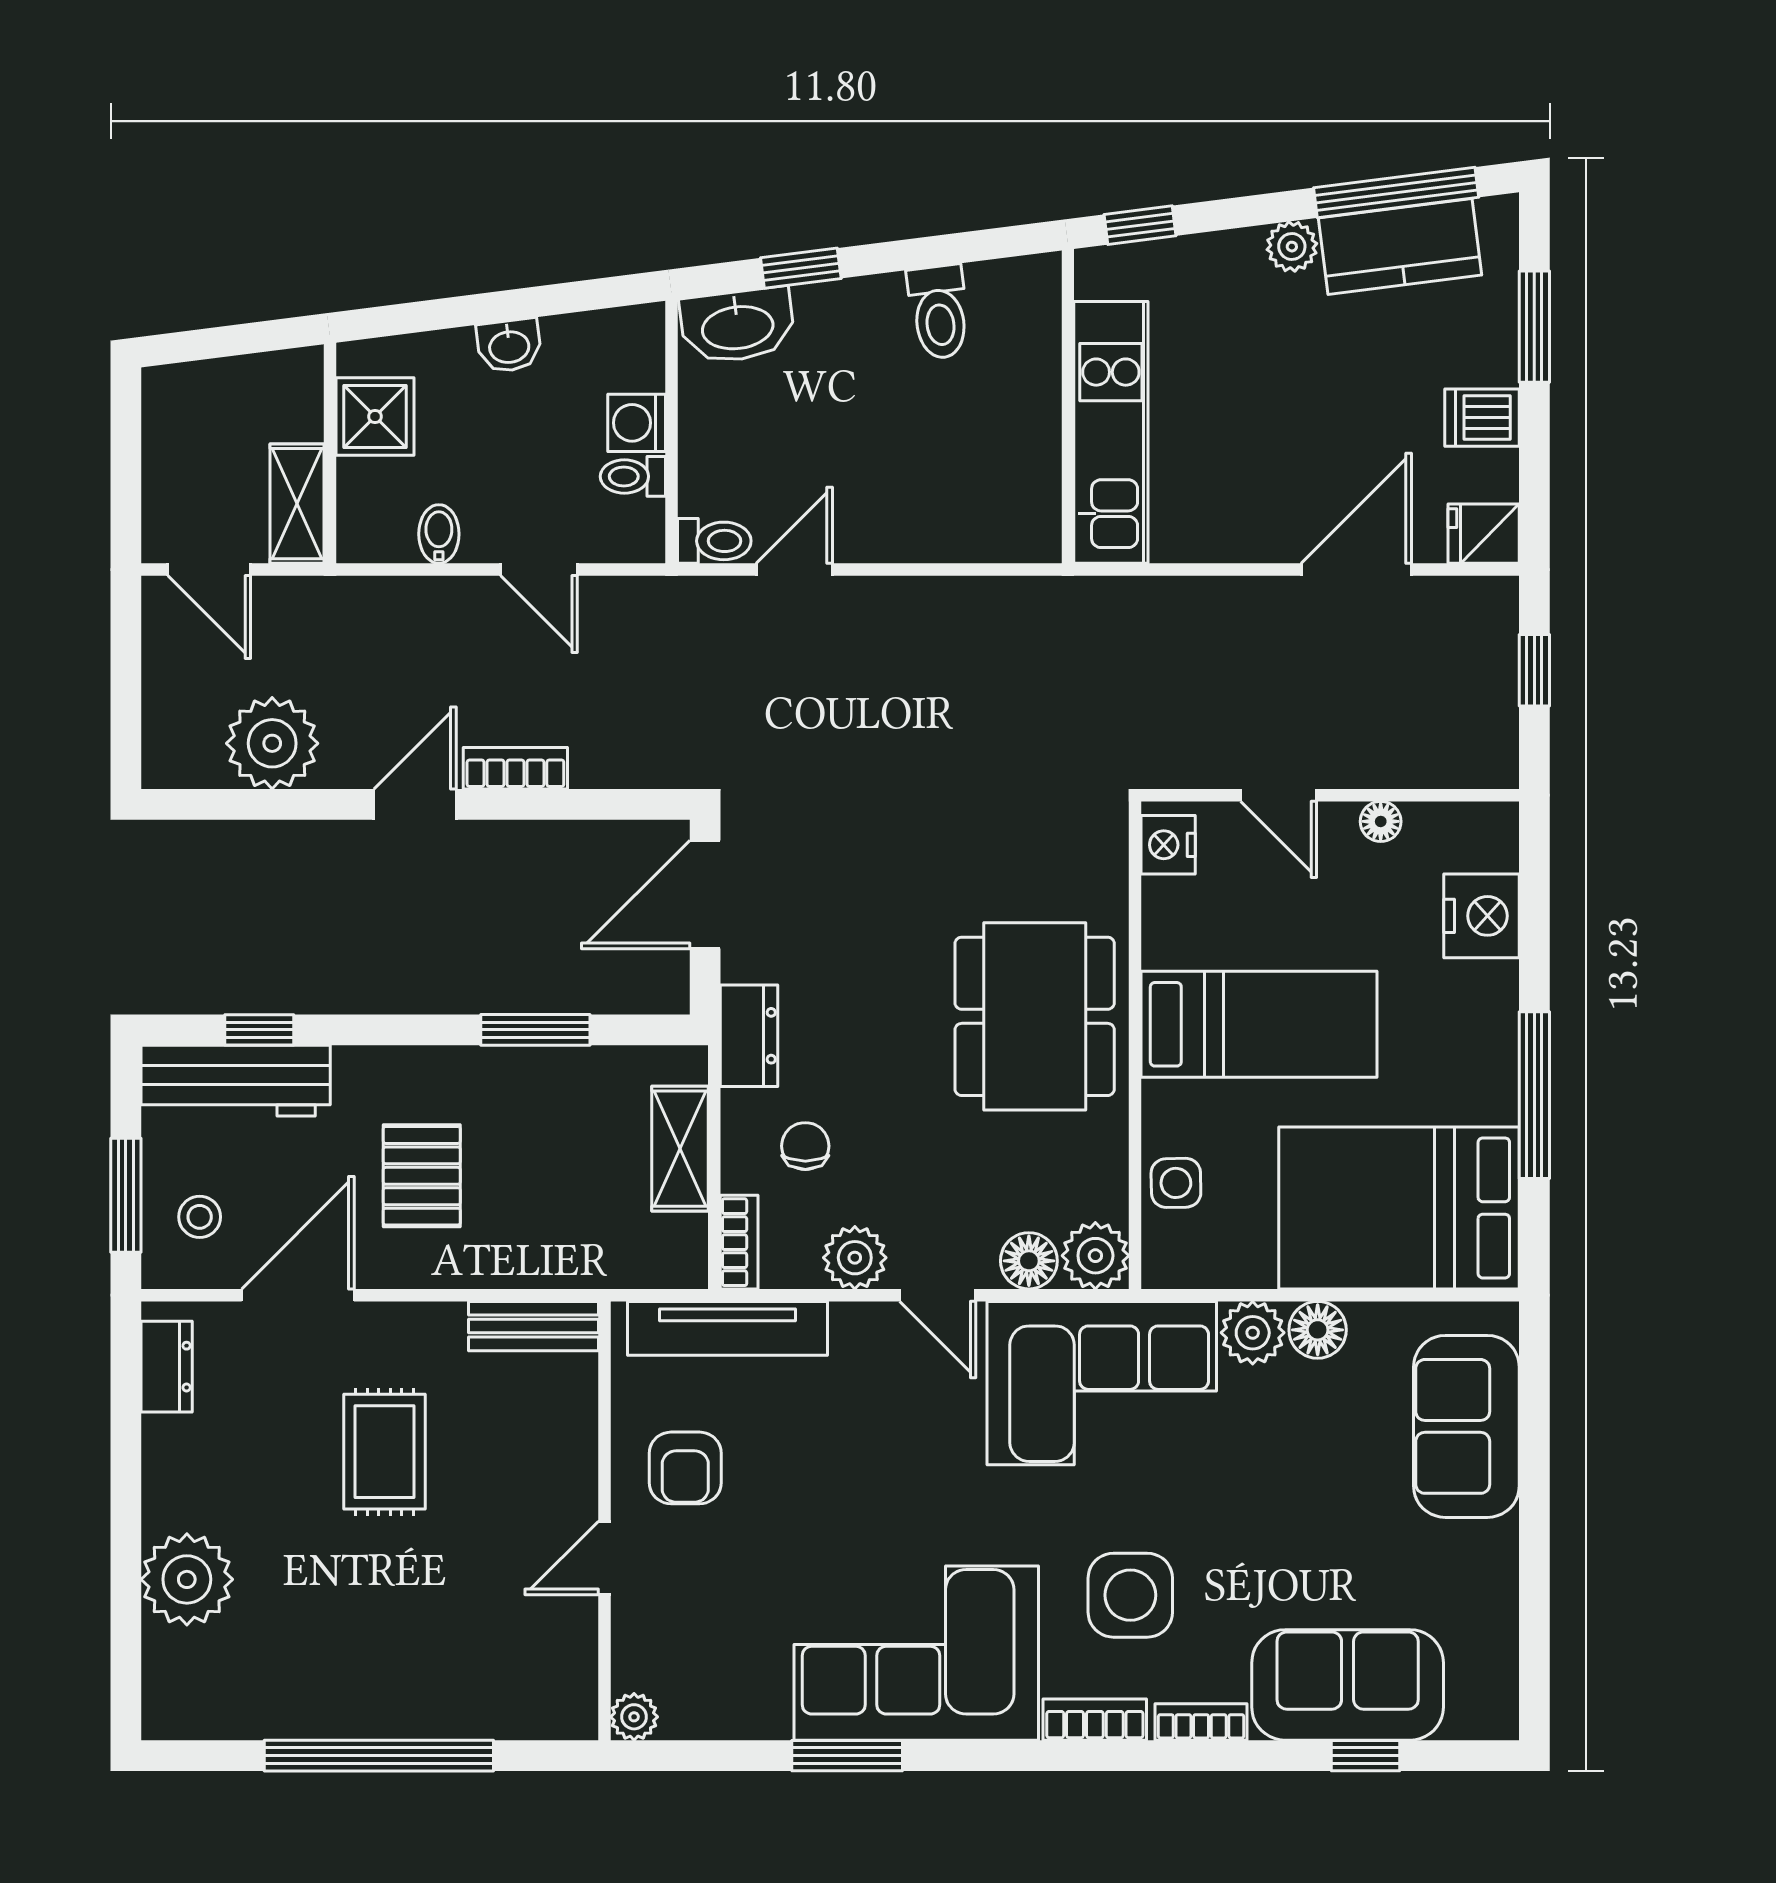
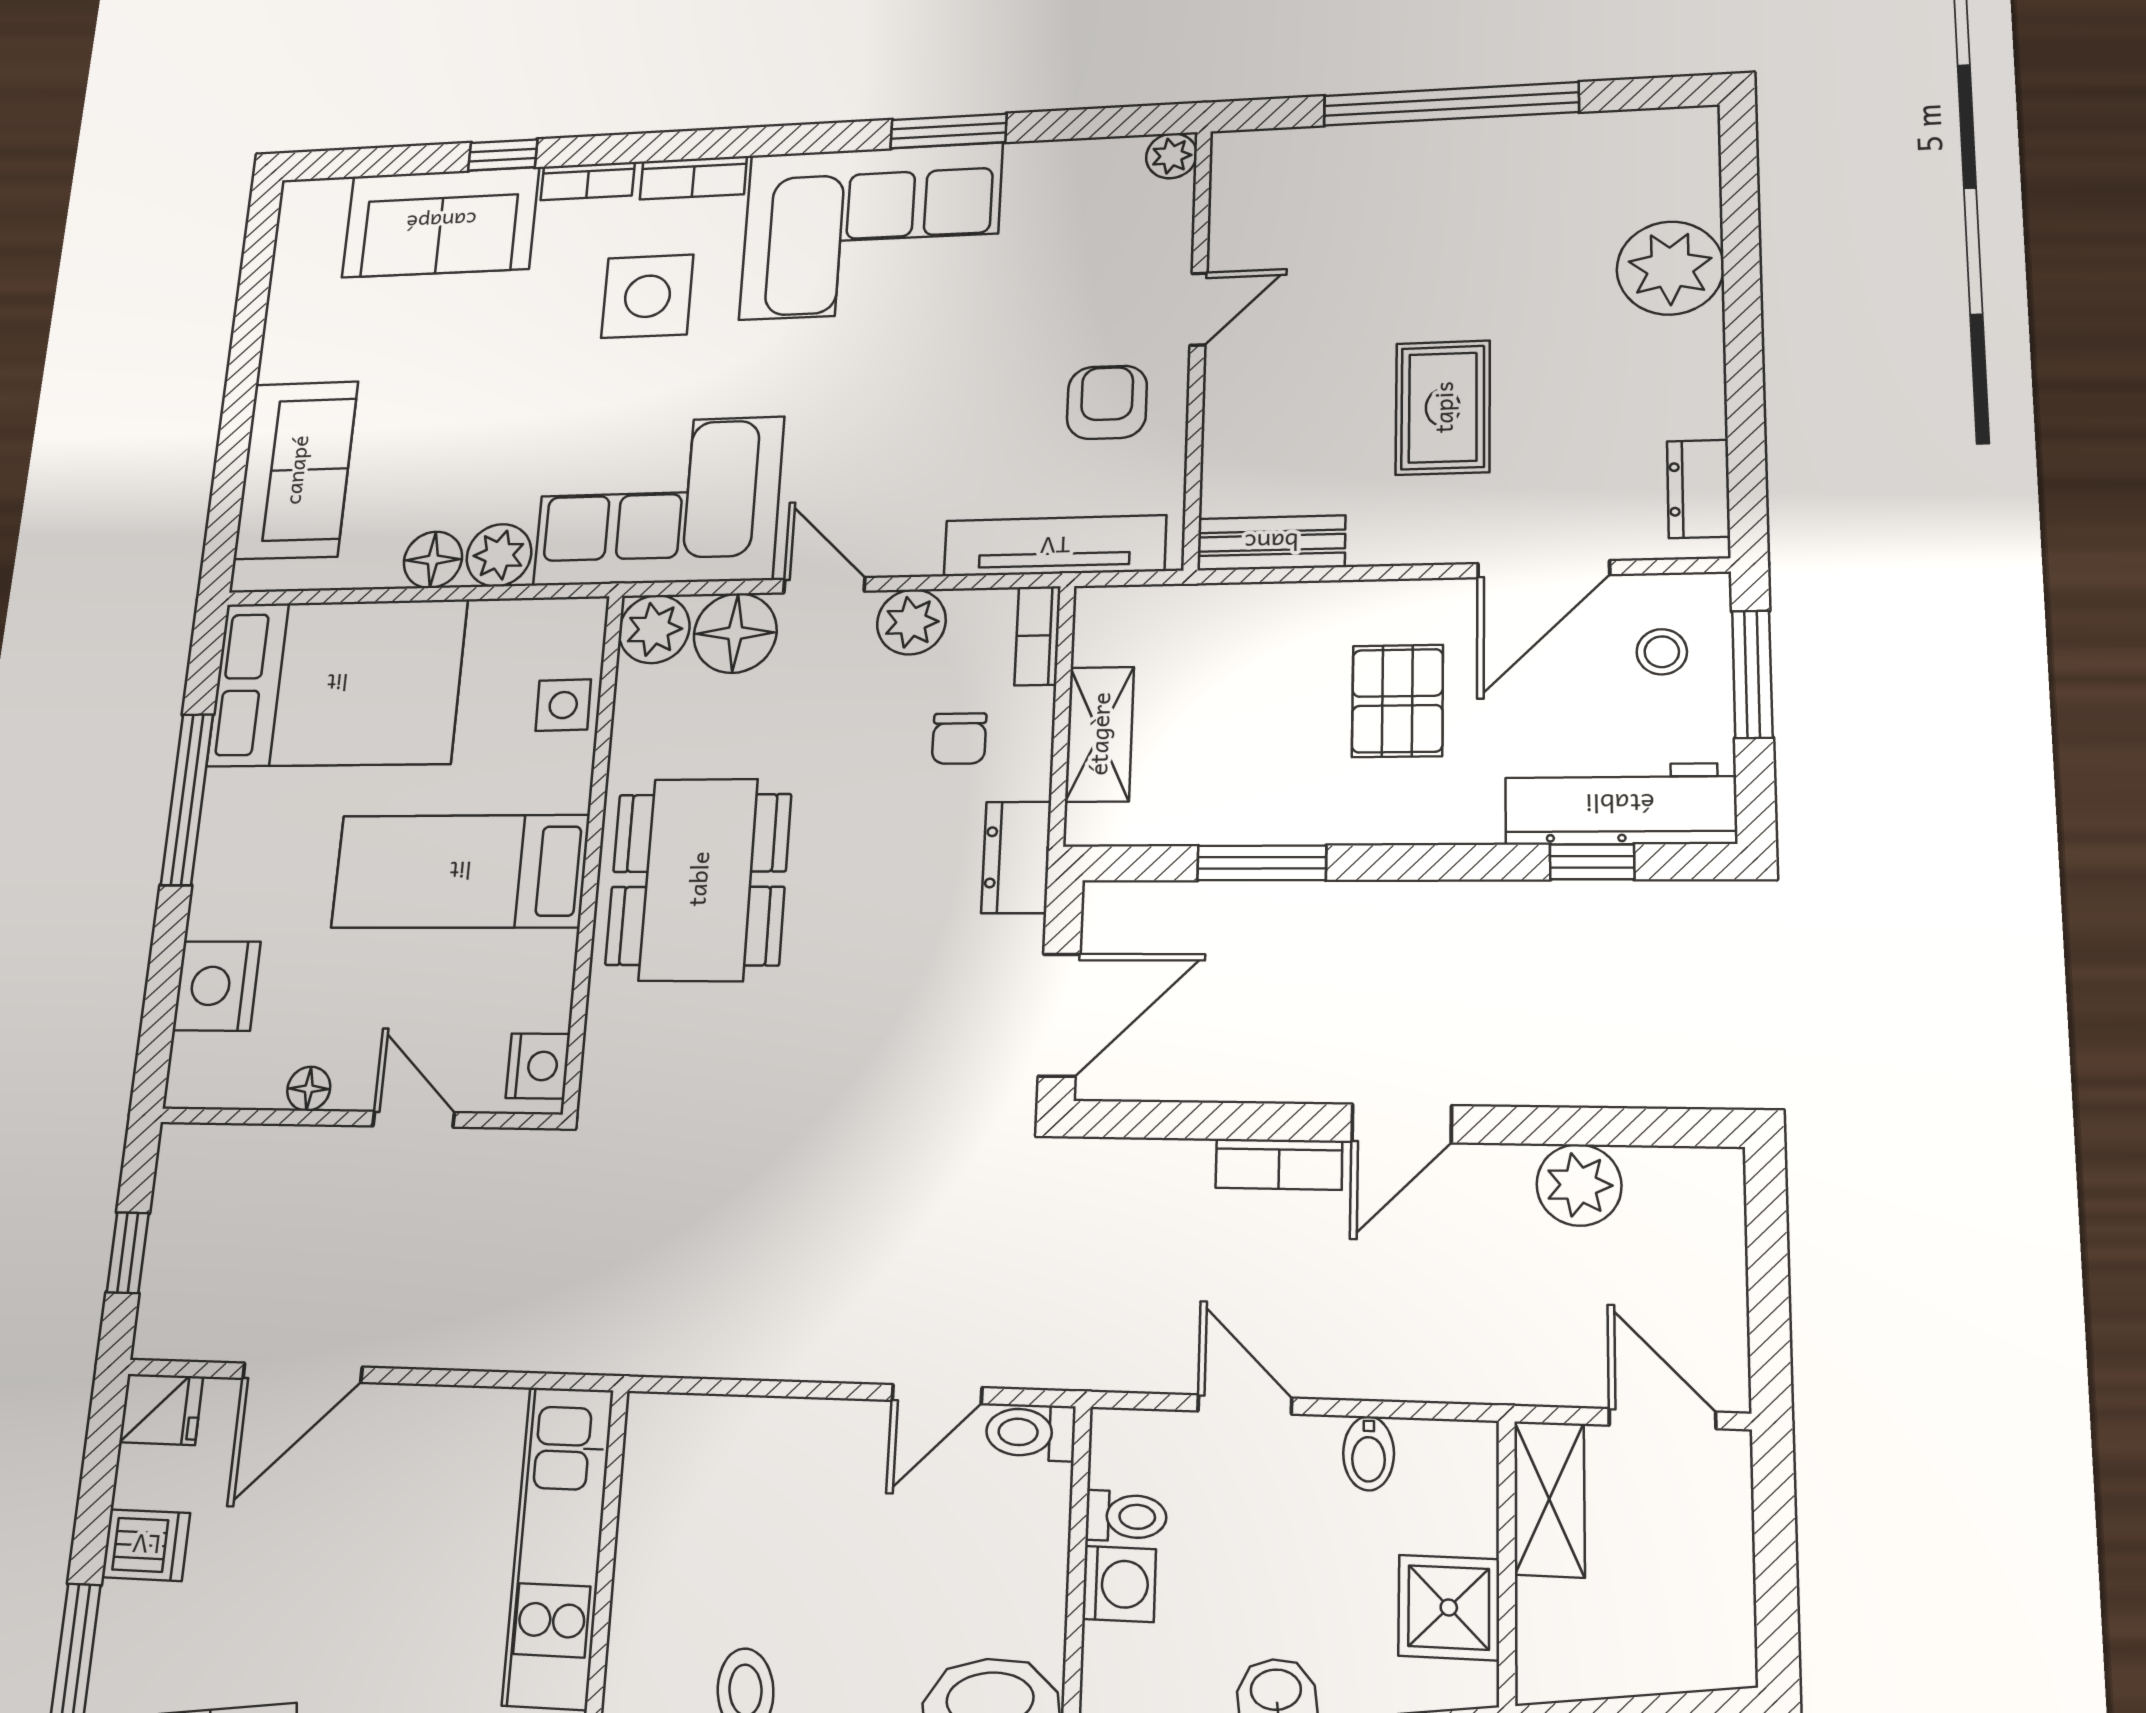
plant: (272, 743) -> (1579, 1185), width x0.73, depth x0.73
floor lamp: (1029, 1261) -> (735, 633), width x1.38, depth x1.38
window: (1365, 1756) -> (503, 155), moved

